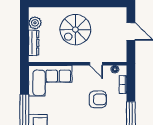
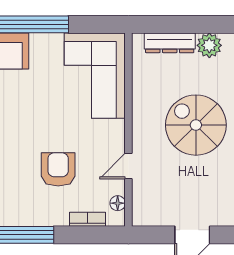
armchair: (98, 99) -> (58, 169), turned 180

